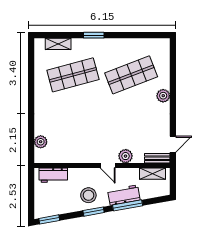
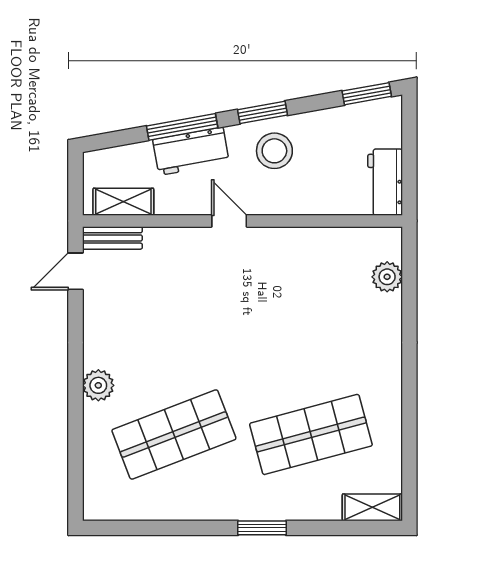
shelving: (58, 44) -> (372, 507), moved
plant: (126, 156) -> (187, 243), removed
workbench: (53, 175) -> (385, 182), moved, turned -90

